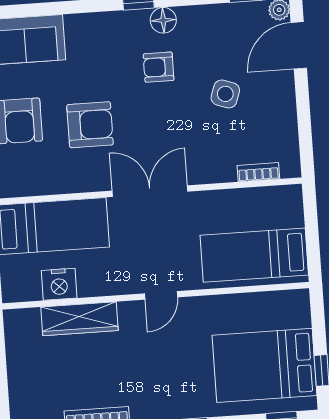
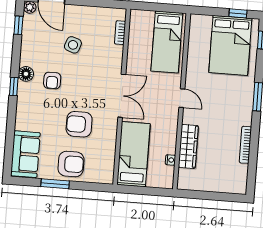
armchair: (90, 125) -> (79, 124), turned -90
double door: (150, 191) -> (122, 96), swing flipped
nightstand: (59, 284) -> (170, 160), width x0.53, depth x0.56

